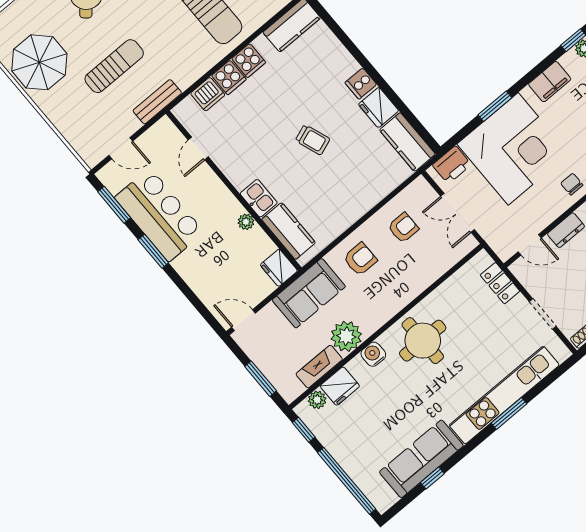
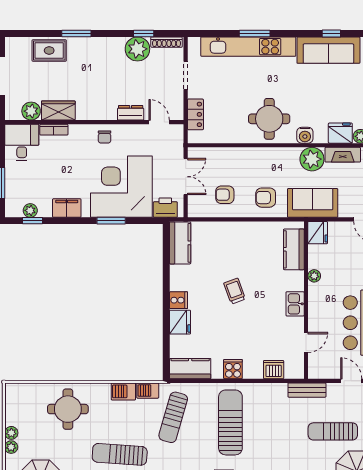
sun lounger: (114, 66) -> (333, 431), moved
cooker: (229, 77) -> (253, 369), removed
fridge: (379, 107) -> (180, 322), moved
kitchen sink: (259, 198) -> (295, 304), moved

